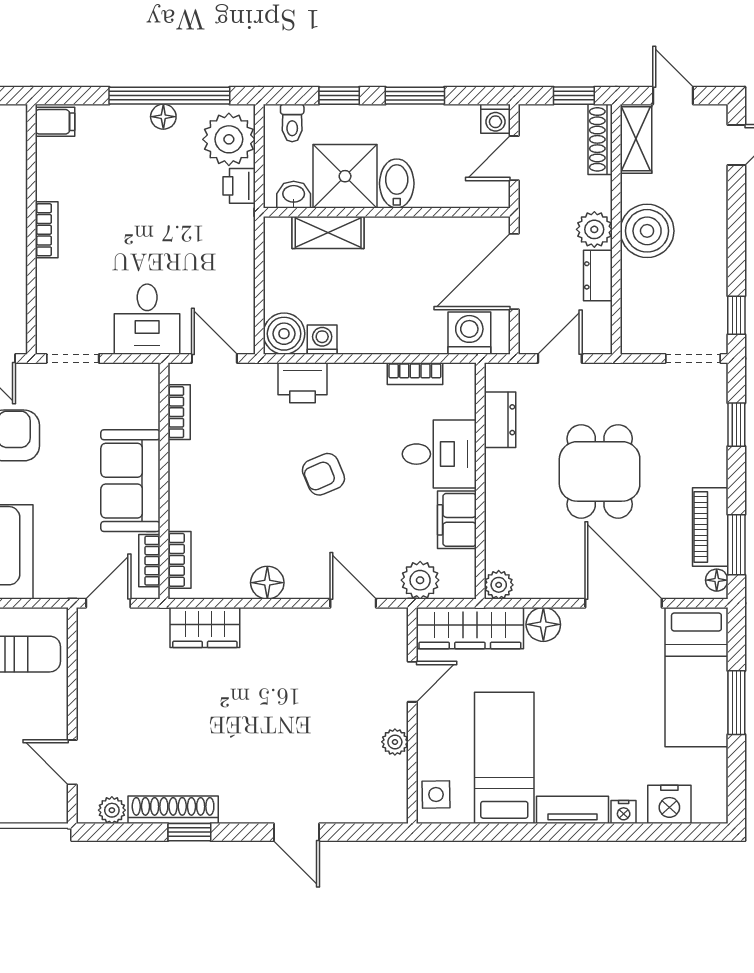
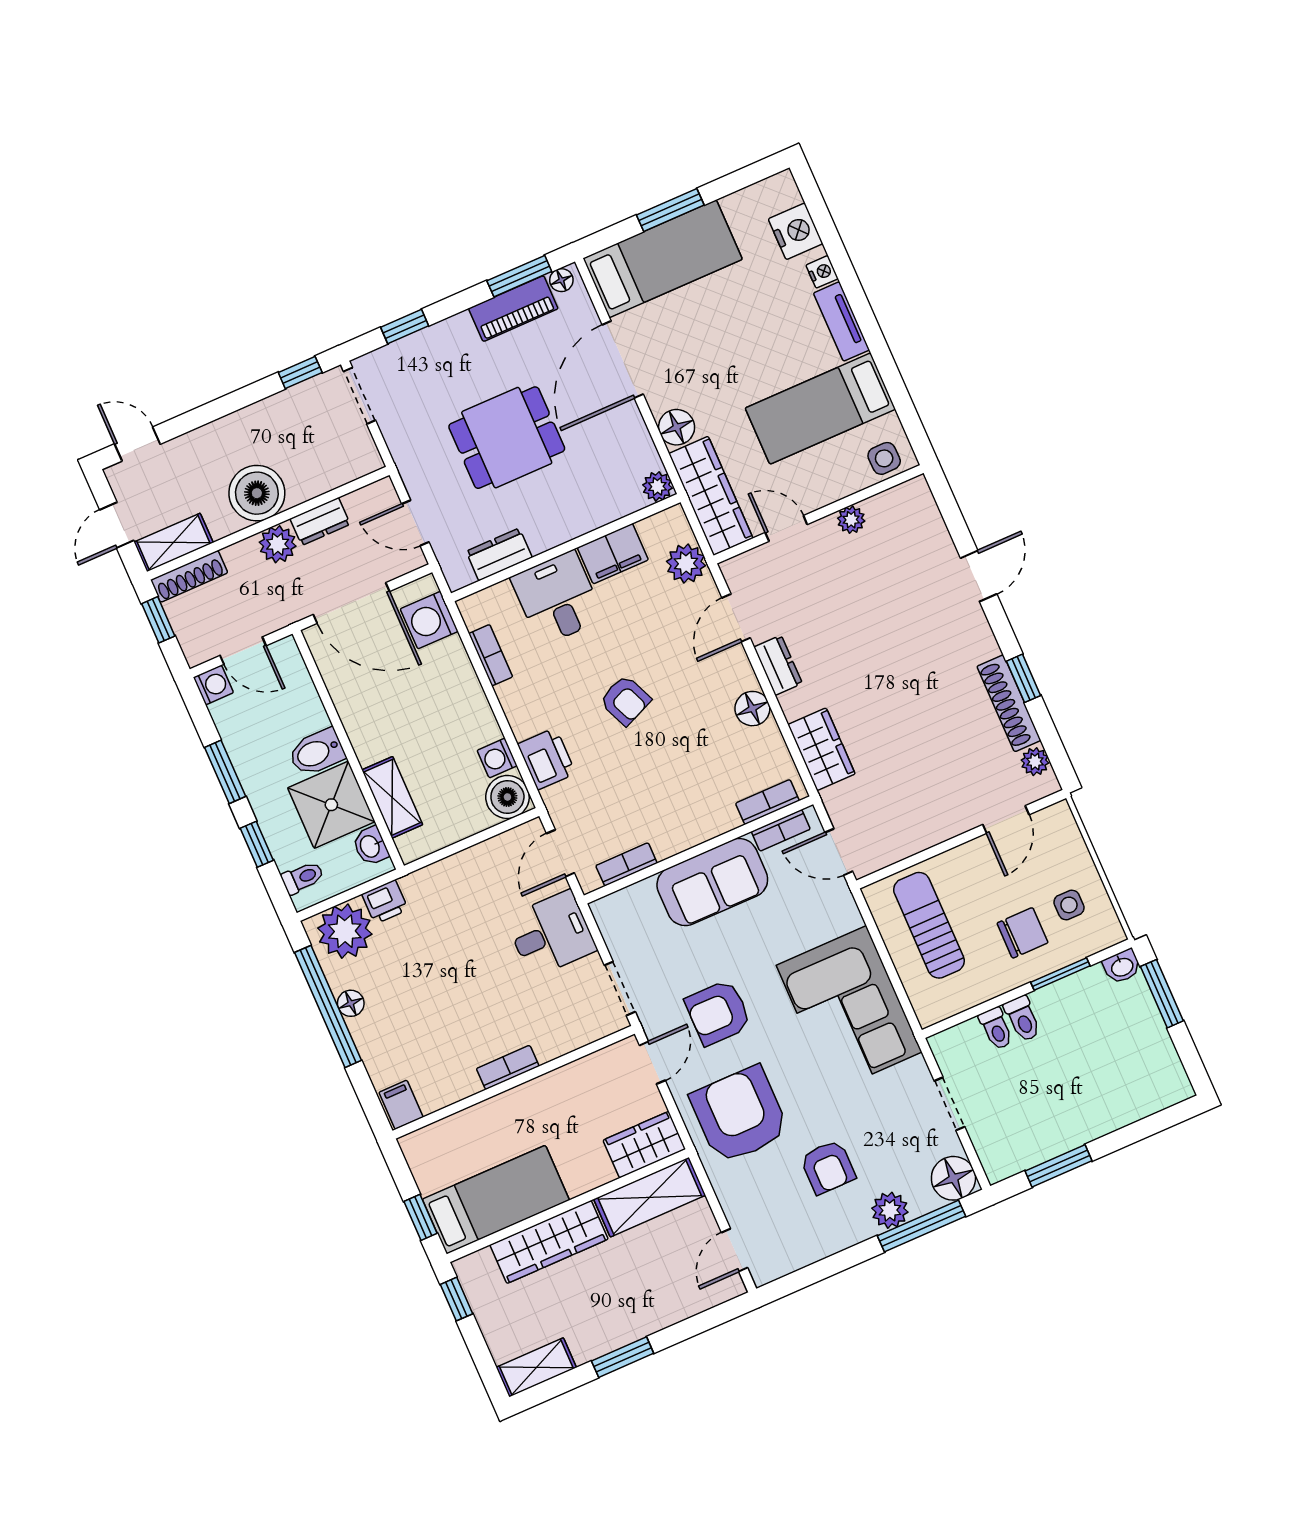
dresser: (295, 622) -> (778, 665), added

